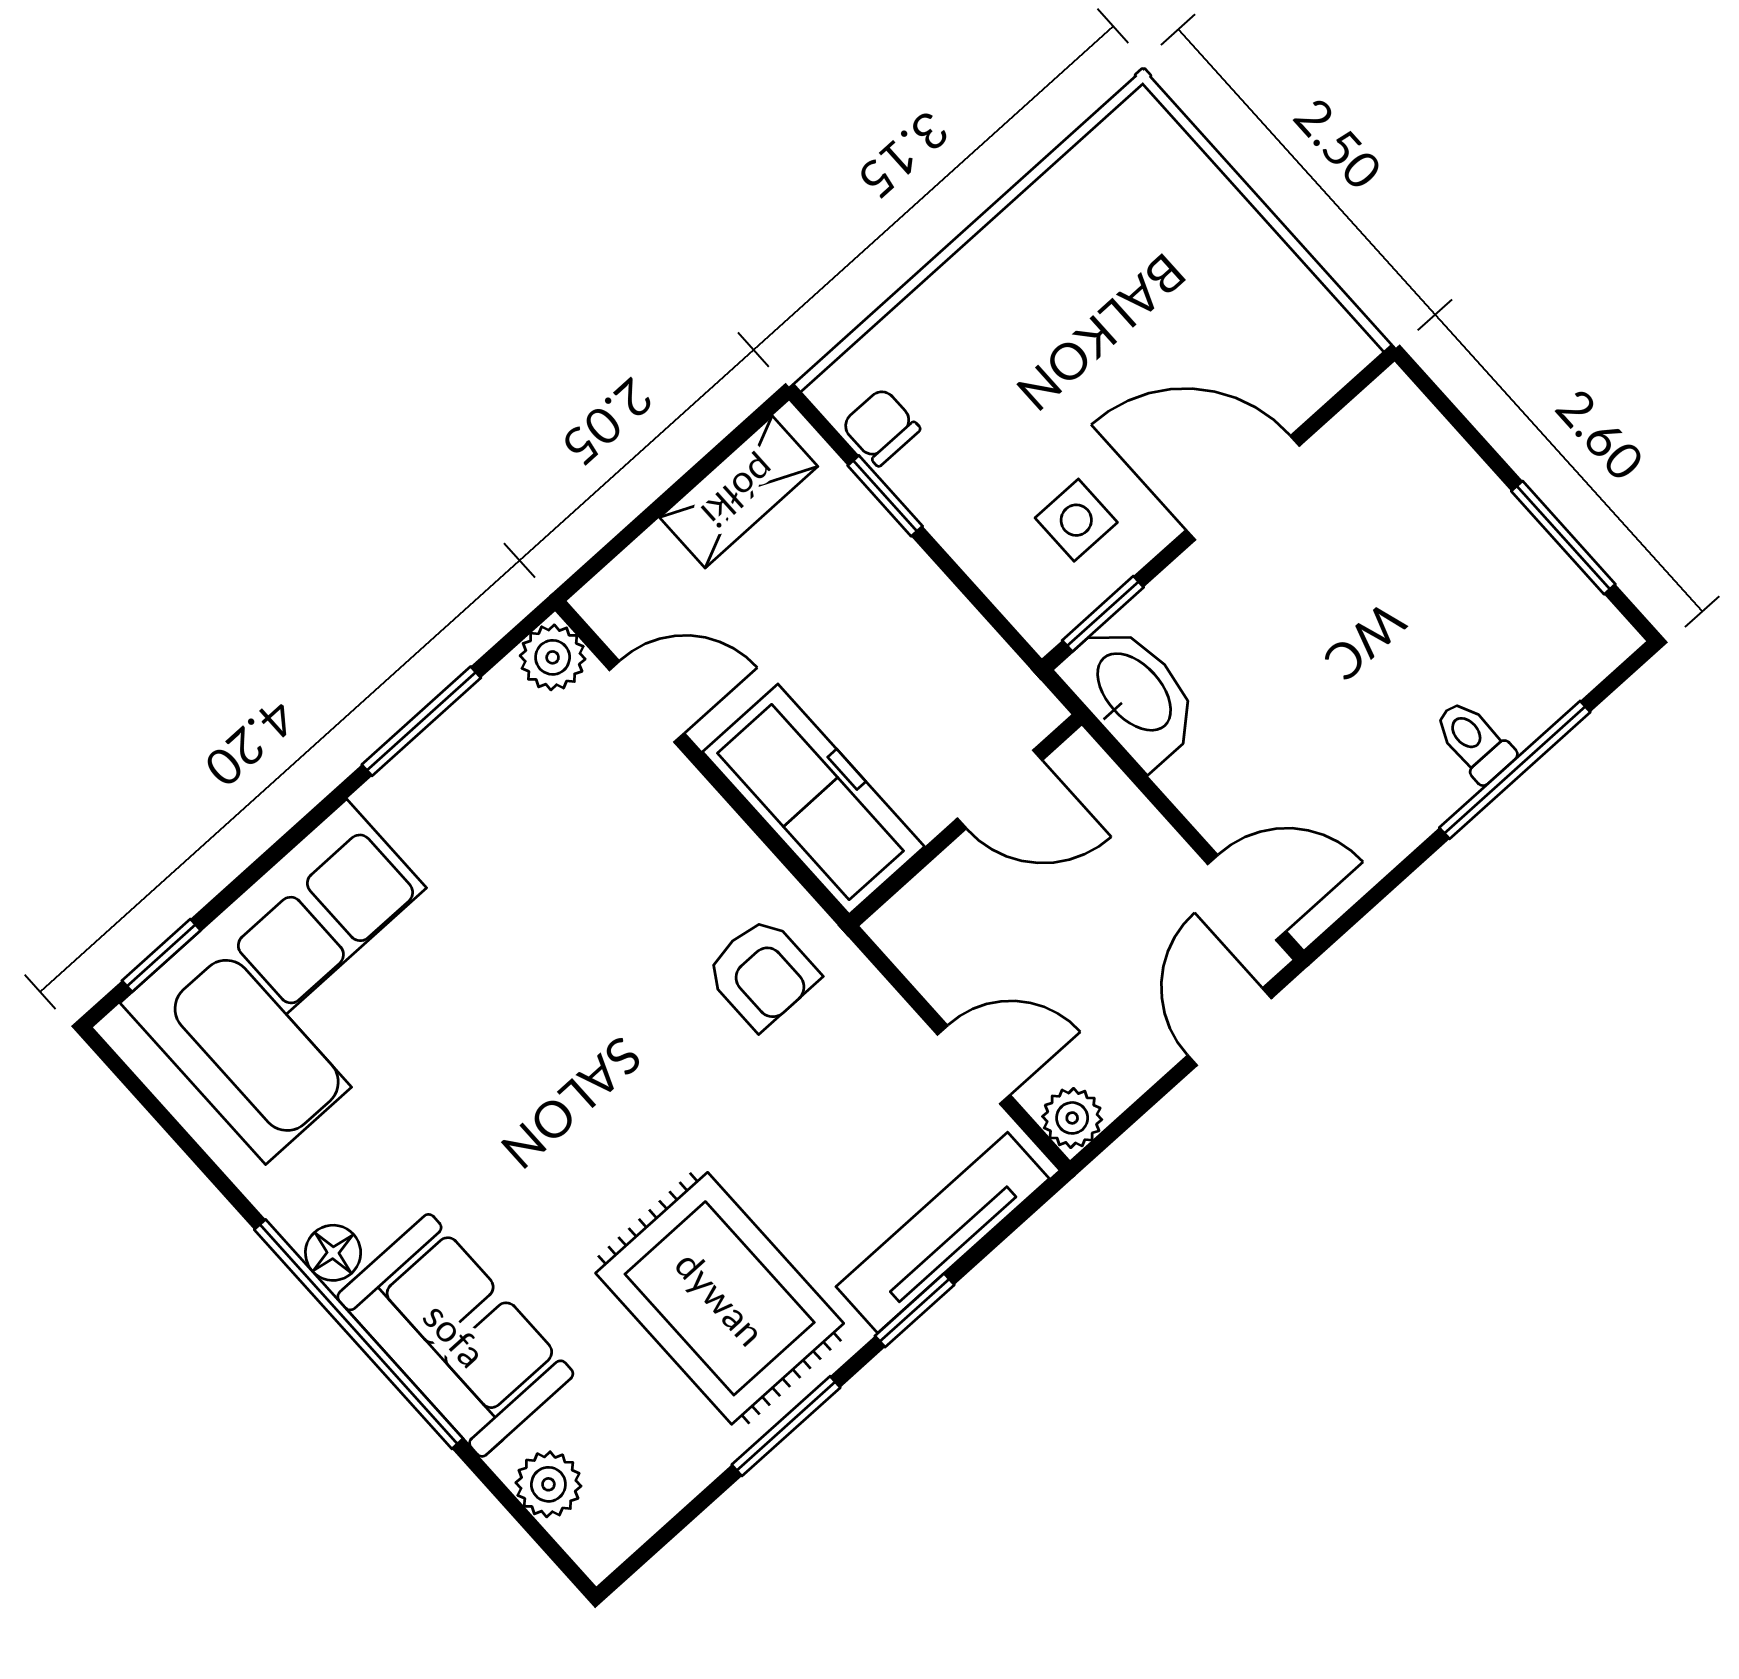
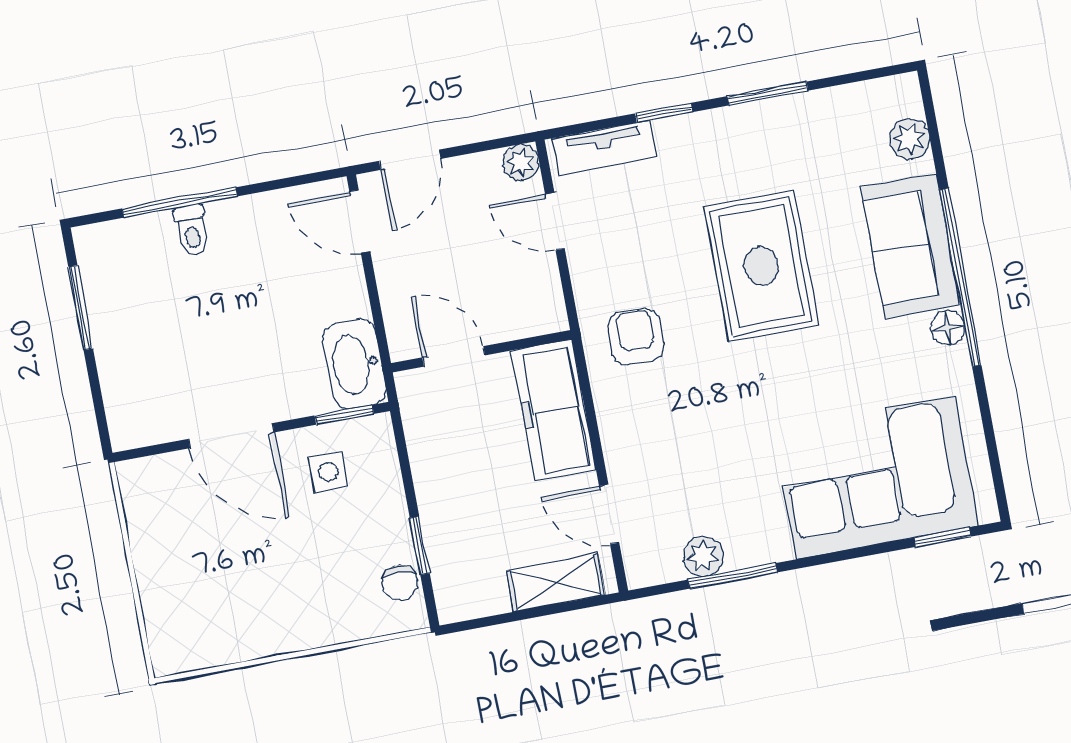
shelving: (739, 492) -> (556, 583), moved
plant: (553, 657) -> (703, 556), moved
tv unit: (943, 1233) -> (604, 148), width x0.71
rug: (720, 1298) -> (761, 266), moved

